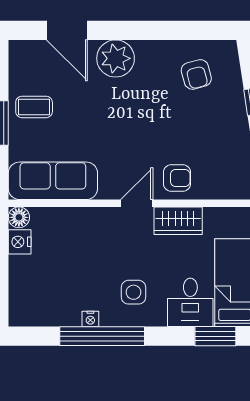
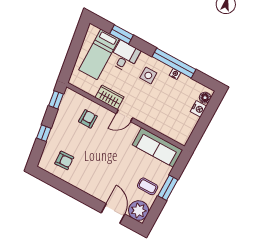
plant: (116, 58) -> (139, 211), moved
armchair: (196, 74) -> (64, 160), turned 102
armchair: (177, 178) -> (88, 119), moved, turned 90
floor lamp: (19, 217) -> (205, 98), moved
nightstand: (20, 242) -> (198, 109), moved

